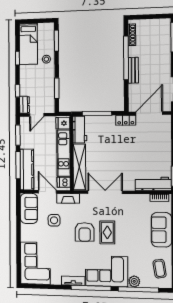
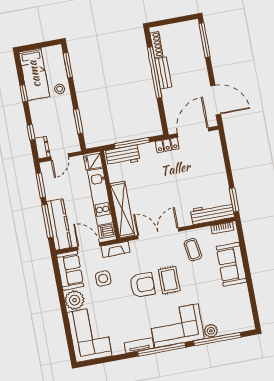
bench: (133, 70) -> (163, 73), moved
workbench: (80, 130) -> (123, 156), moved, turned 90
armchair: (85, 232) -> (142, 285), turned -90
plant: (28, 233) -> (75, 300), added
coffee table: (160, 269) -> (193, 250), moved

